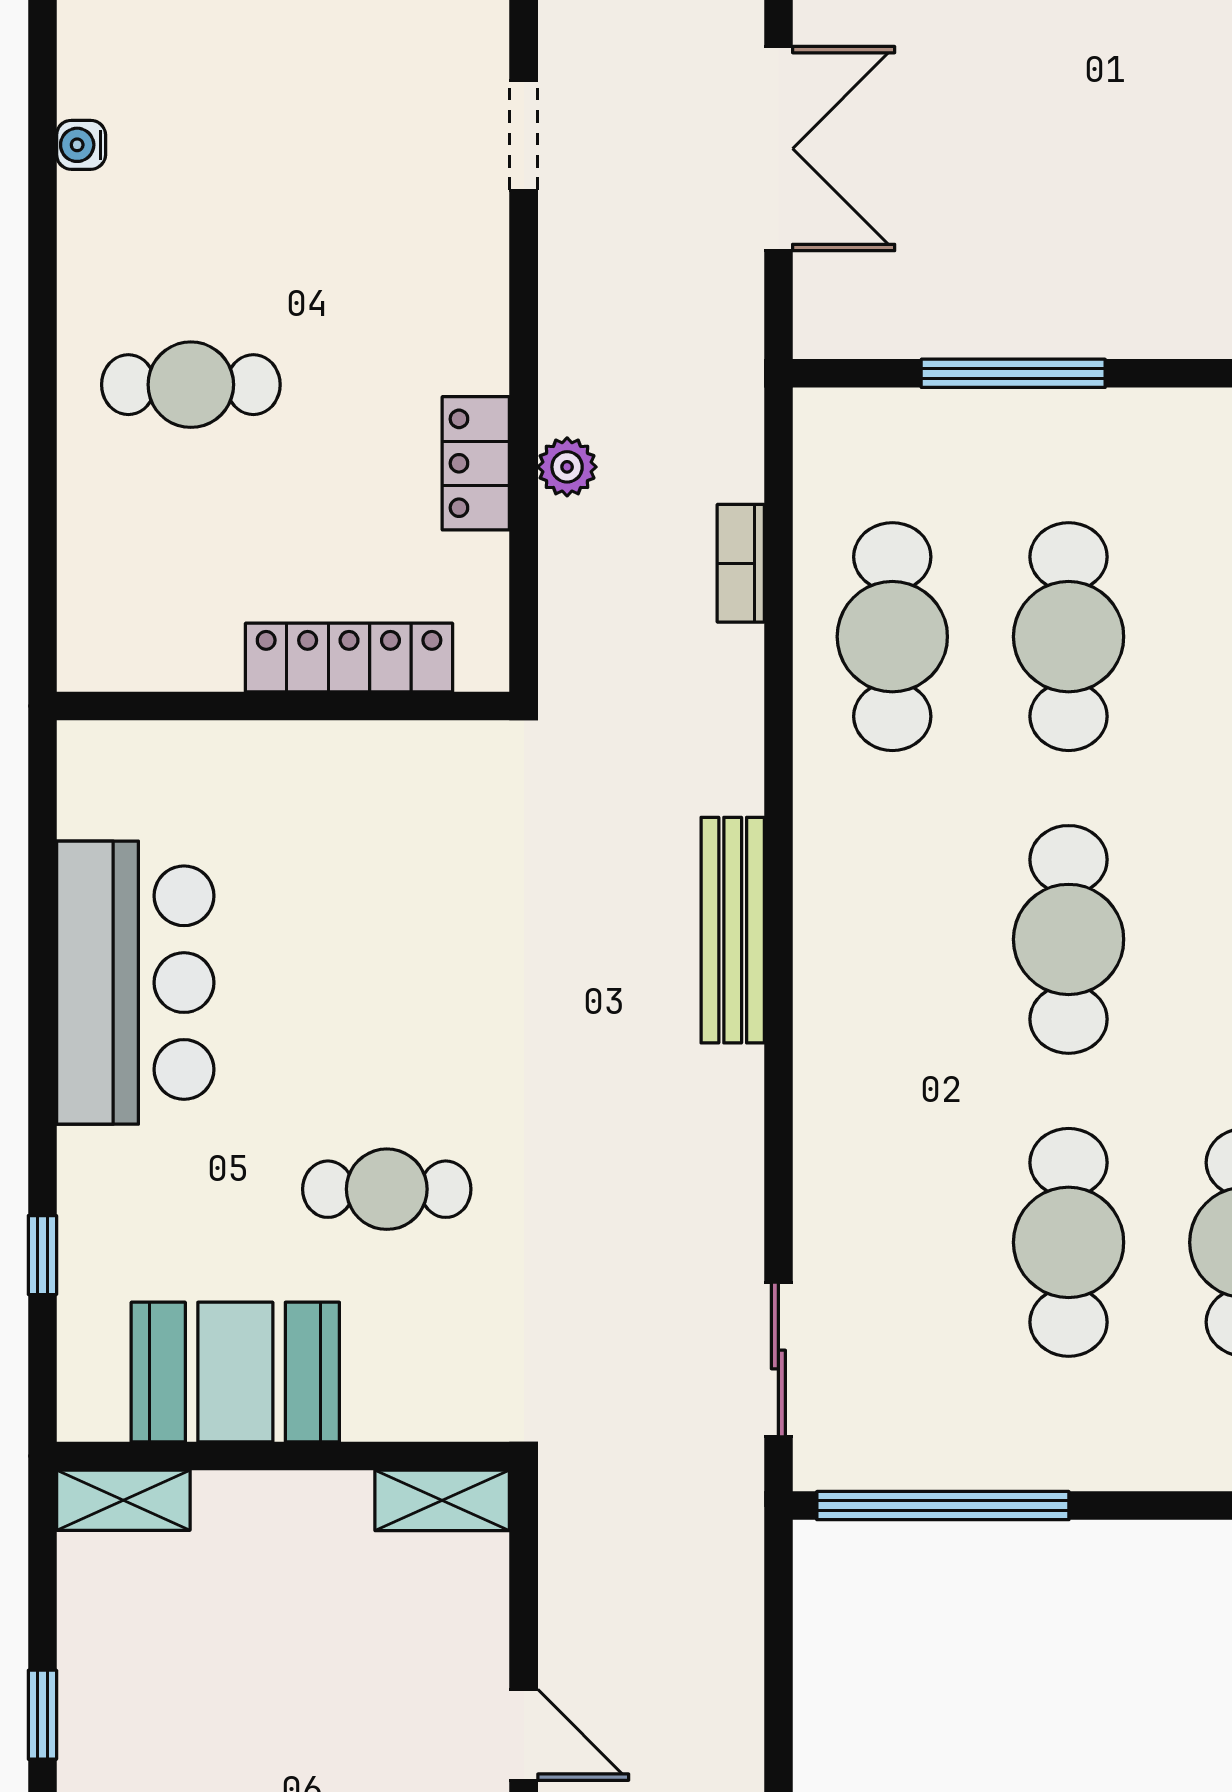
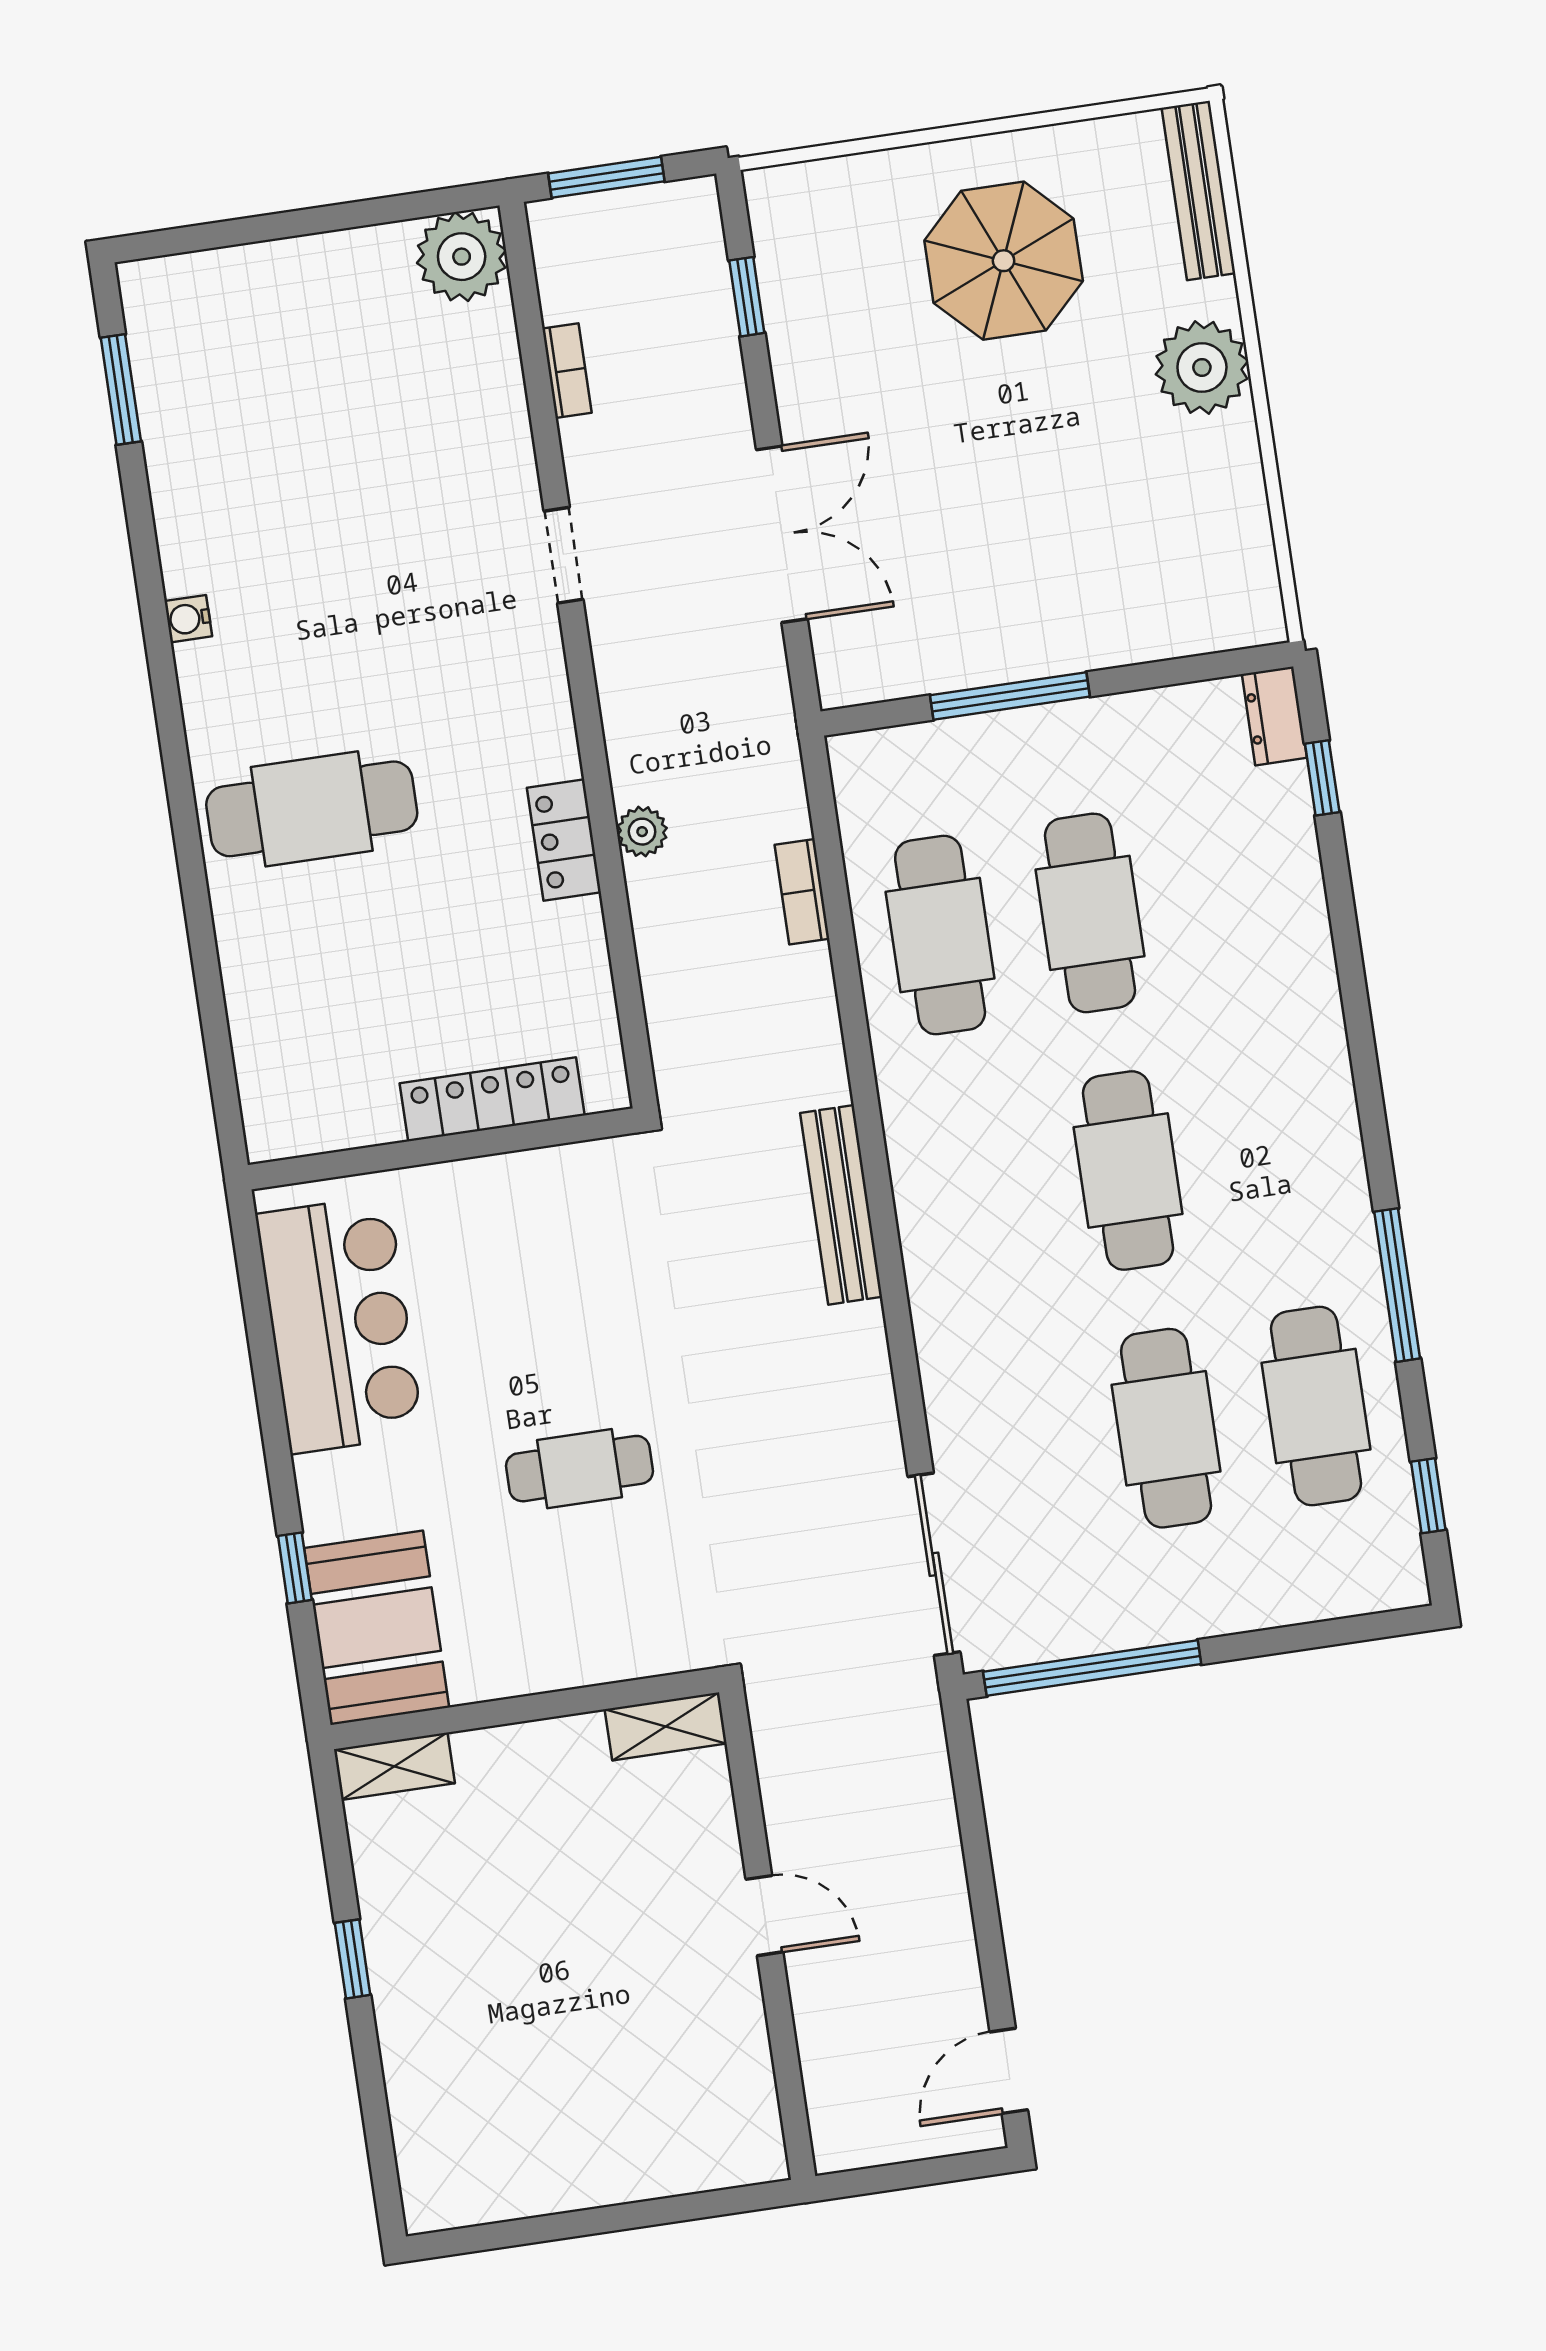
cafe table: (191, 385) -> (312, 809), width x1.37, depth x1.35
locker: (349, 657) -> (492, 1099), moved
wall: (283, 706) -> (442, 1149), moved
sliding door: (778, 1359) -> (934, 1564), width x1.37
booth: (235, 1372) -> (377, 1628), moved, turned 90

